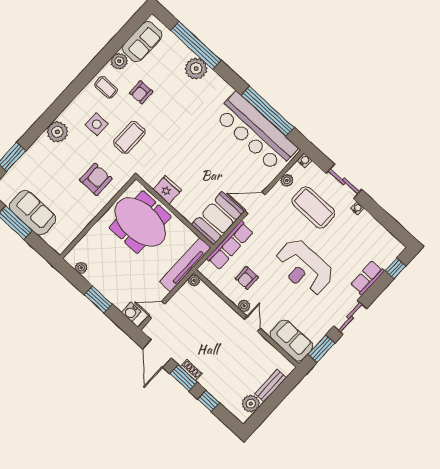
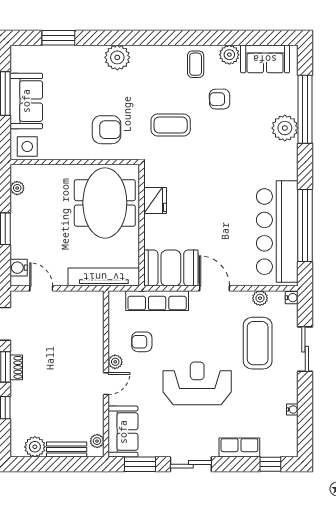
side table: (97, 124) -> (27, 146), moved
water cooler: (357, 208) -> (292, 409), moved
reception desk: (304, 267) -> (197, 383), turned 90
plant: (194, 280) -> (97, 441), moved

